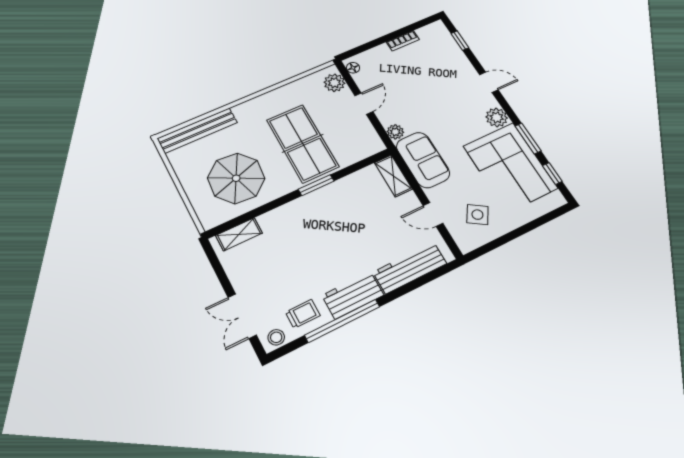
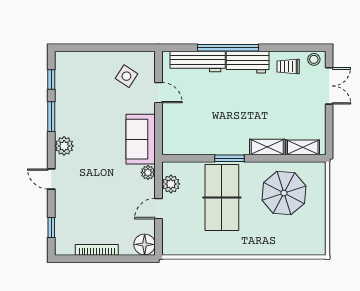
bookcase: (403, 41) -> (97, 250), width x1.56
floor lamp: (353, 68) -> (145, 244), width x1.89, depth x1.89
plant: (334, 83) -> (171, 184), moved
bench: (197, 130) -> (293, 247), removed
corner sofa: (510, 167) -> (79, 100), removed
shelving: (393, 176) -> (267, 147), moved, turned 90
window: (342, 321) -> (228, 48), moved

